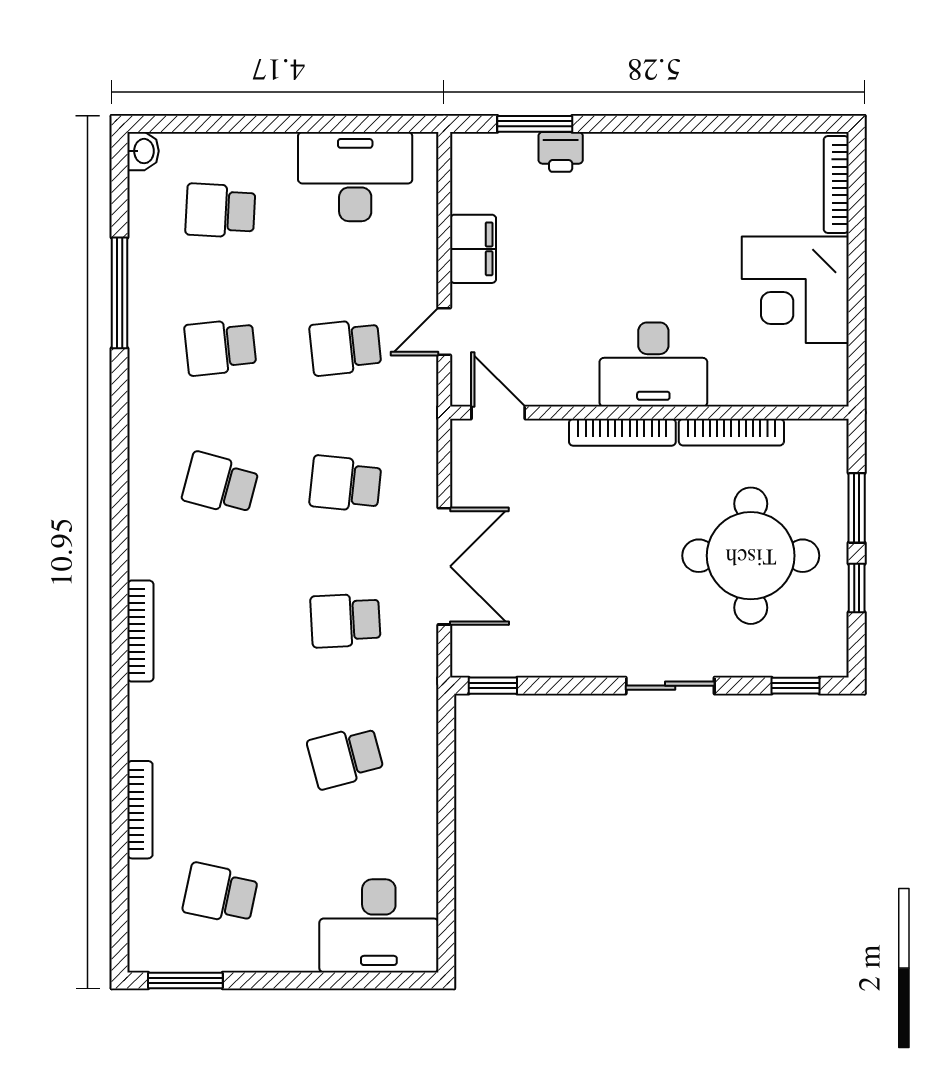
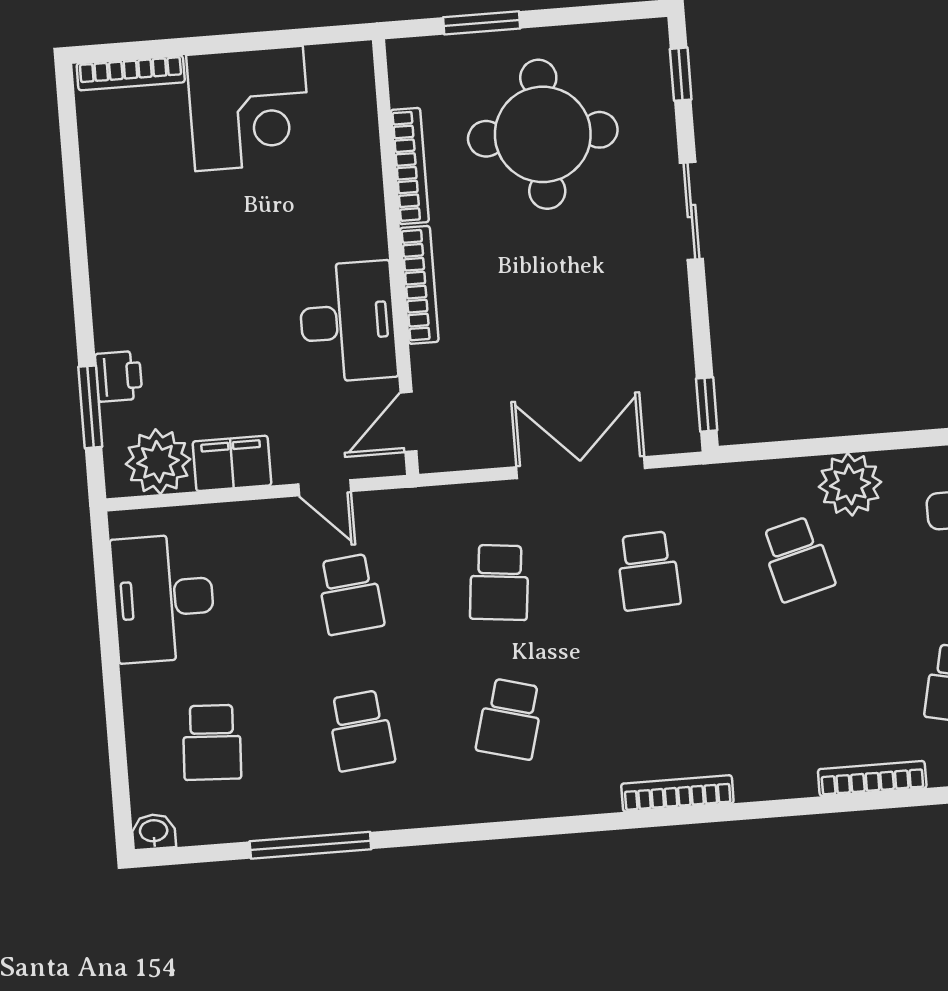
plant: (480, 182) -> (158, 462), added
desk: (653, 364) -> (348, 322), moved
window: (857, 588) -> (569, 16), removed
plant: (410, 811) -> (850, 484), added

